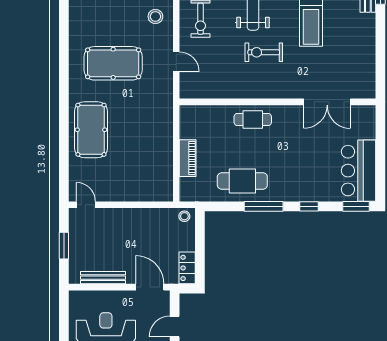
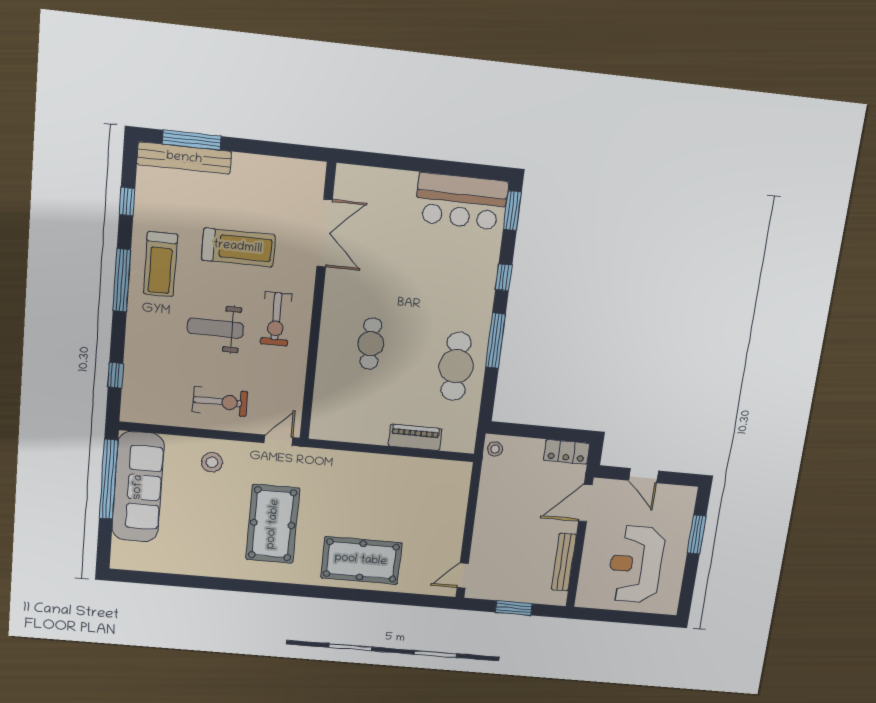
wall: (277, 102) -> (318, 303), moved
double door: (327, 102) -> (325, 233), moved

